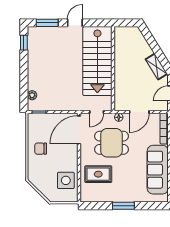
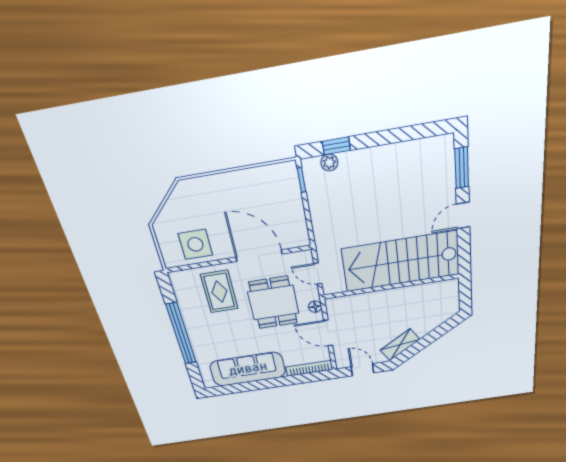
door: (75, 23) -> (463, 216), swing flipped
window: (24, 43) -> (336, 146), moved
door: (79, 130) -> (259, 256), moved
chair: (41, 149) -> (238, 194), removed
window: (123, 206) -> (181, 334), width x2.11

